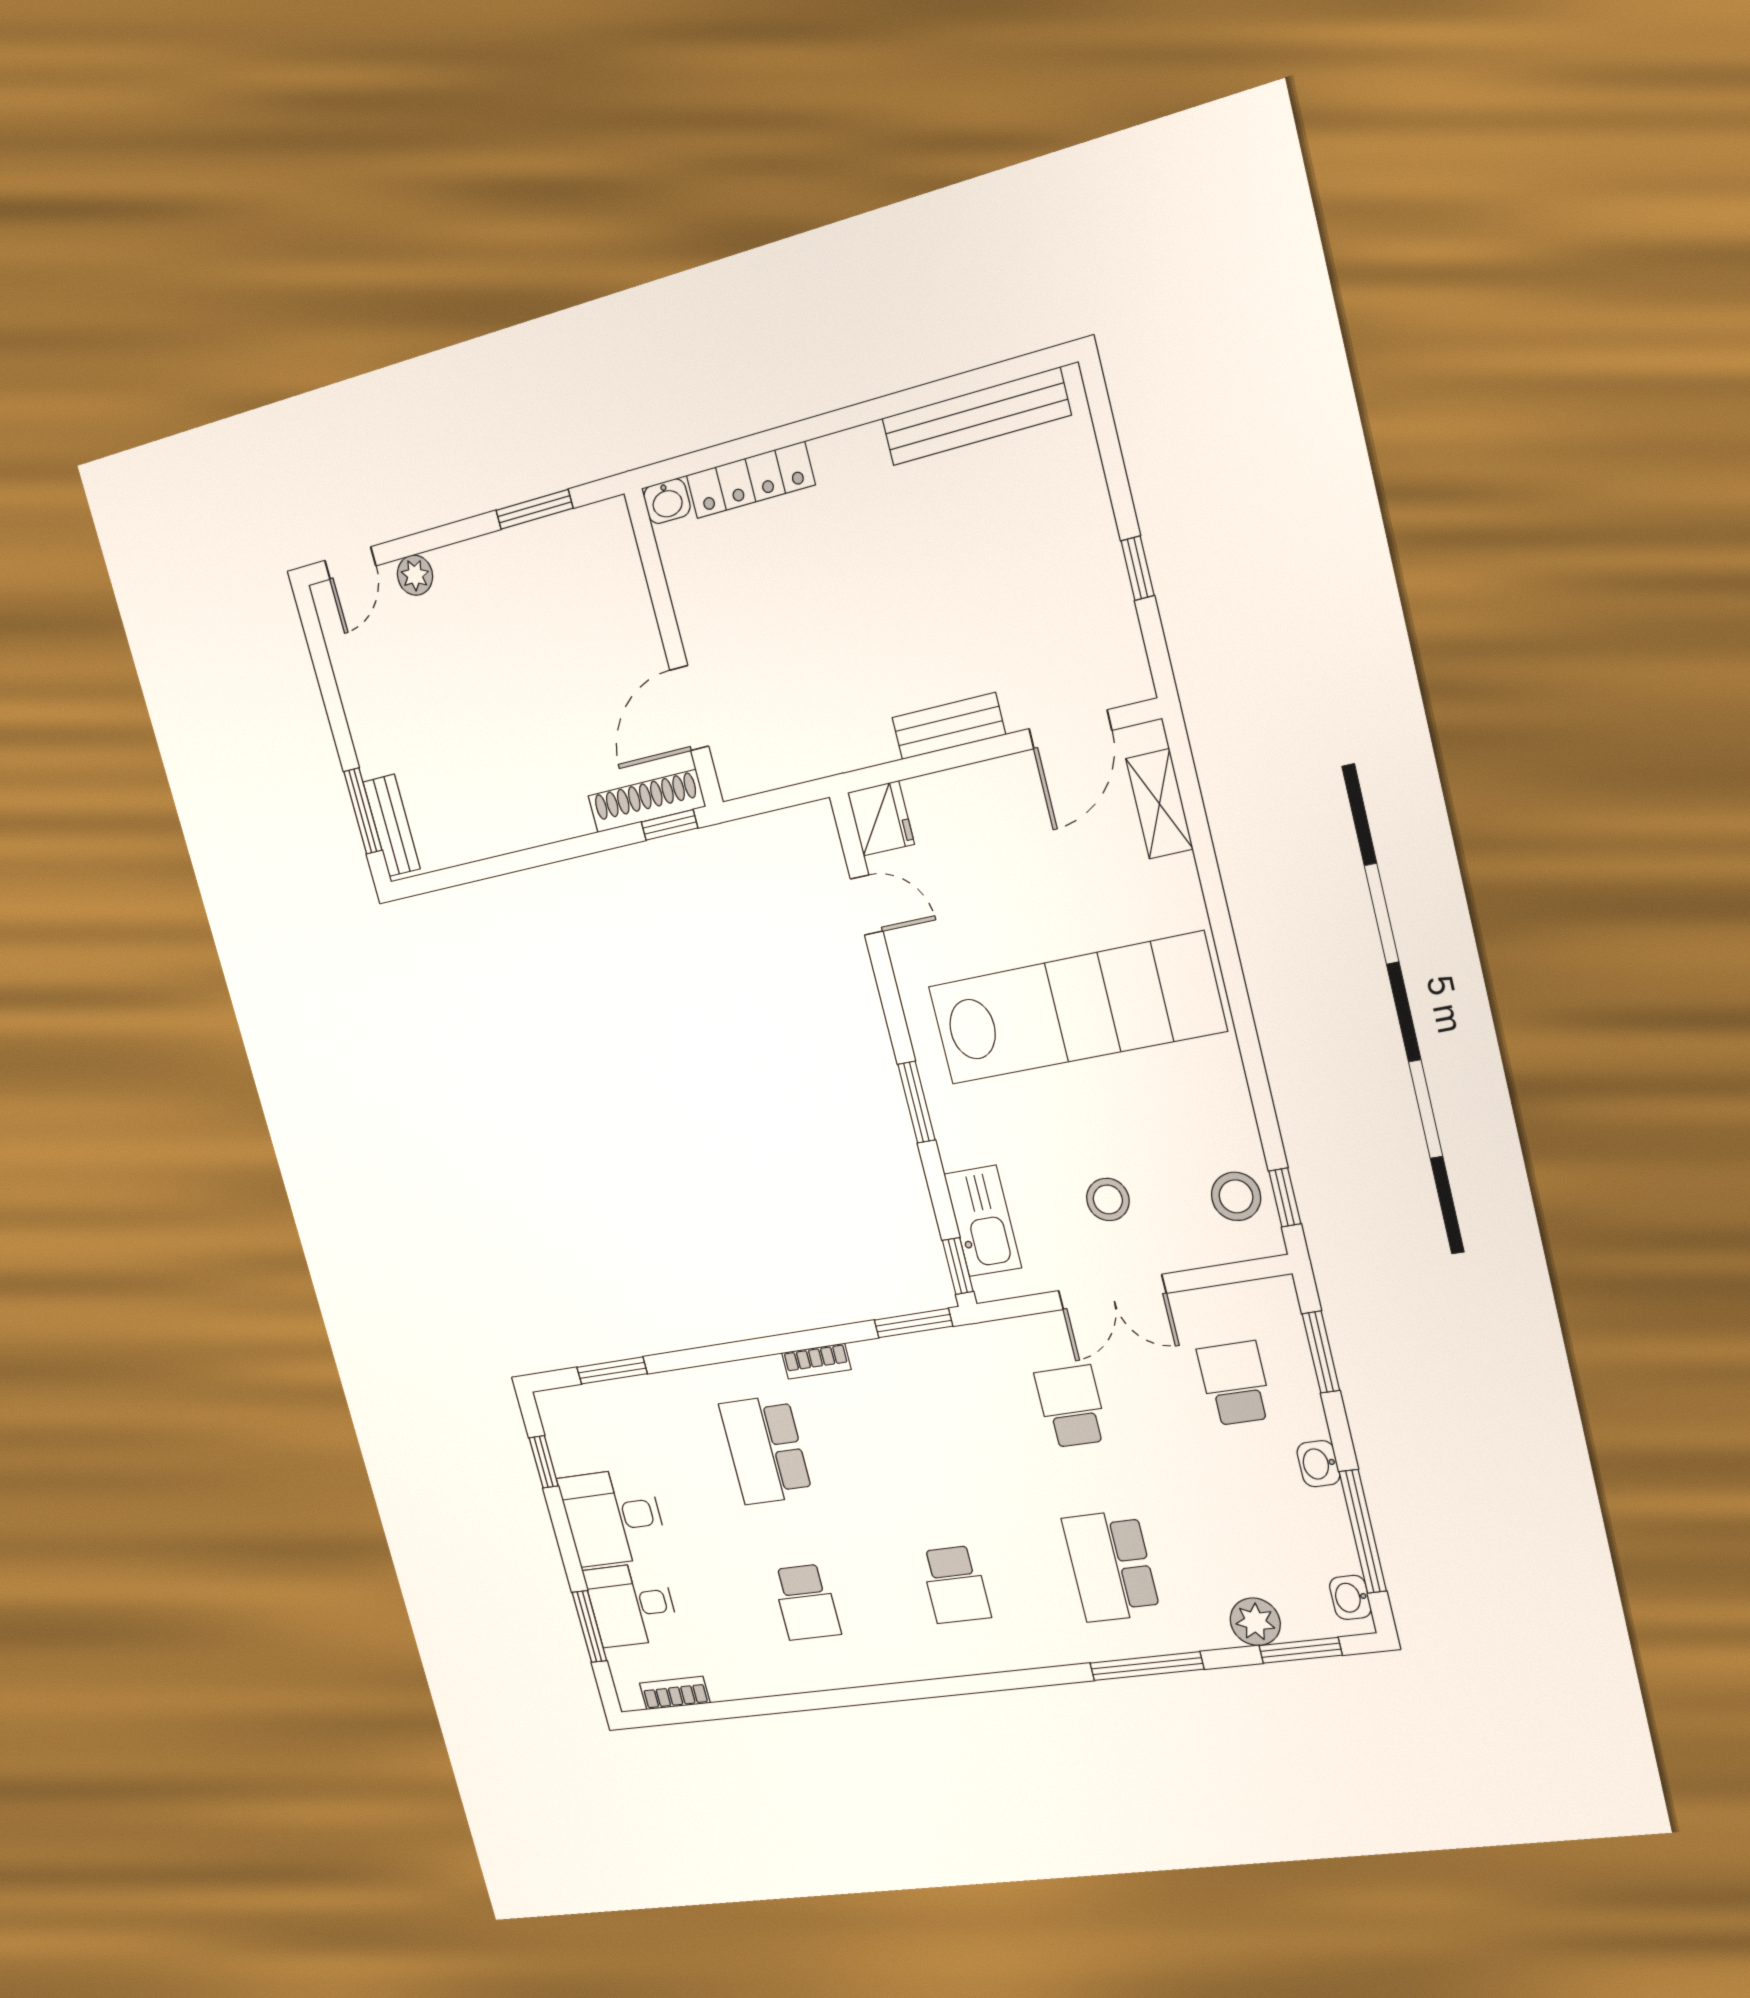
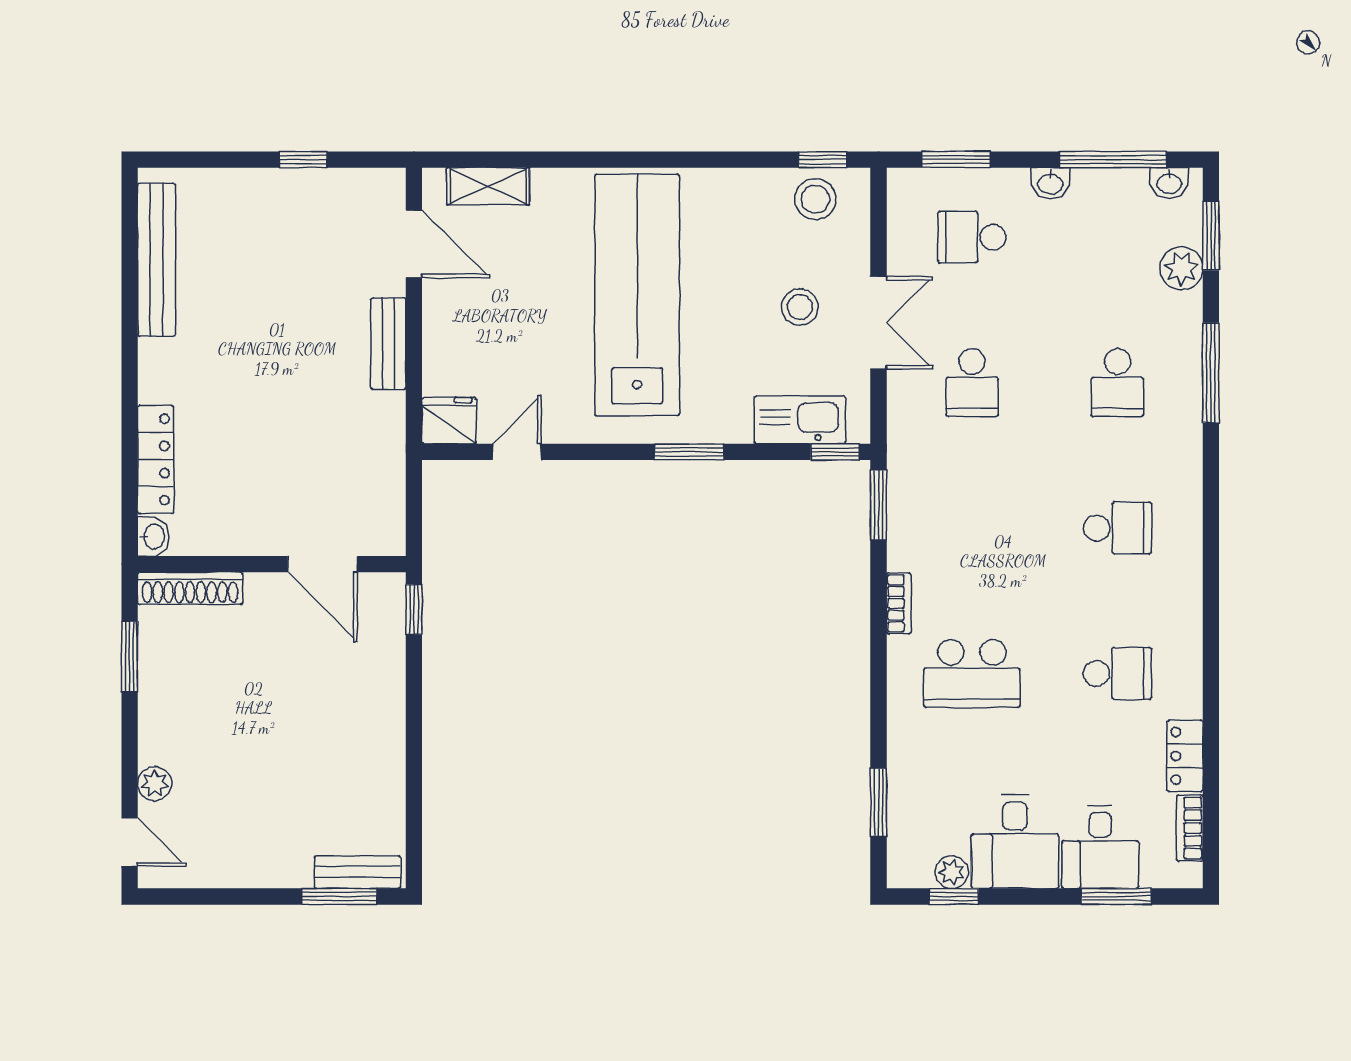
shoe rack: (647, 801) -> (190, 588), moved, turned -90
school desk: (1071, 1406) -> (972, 383), turned -90
plant: (566, 1456) -> (952, 872), added
school desk: (1111, 1566) -> (1117, 383), width x0.54
locker: (743, 1681) -> (1185, 756), added

